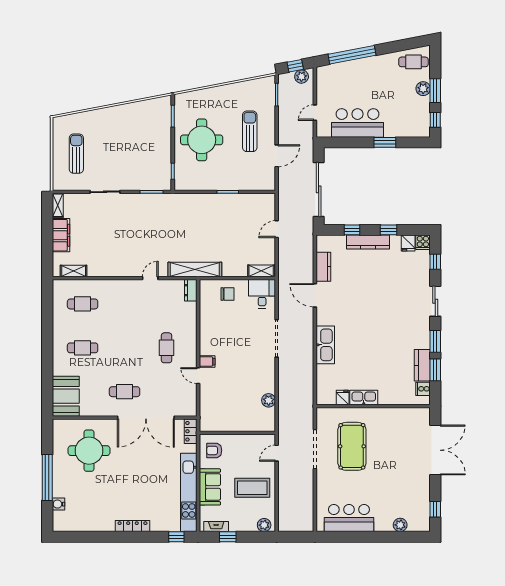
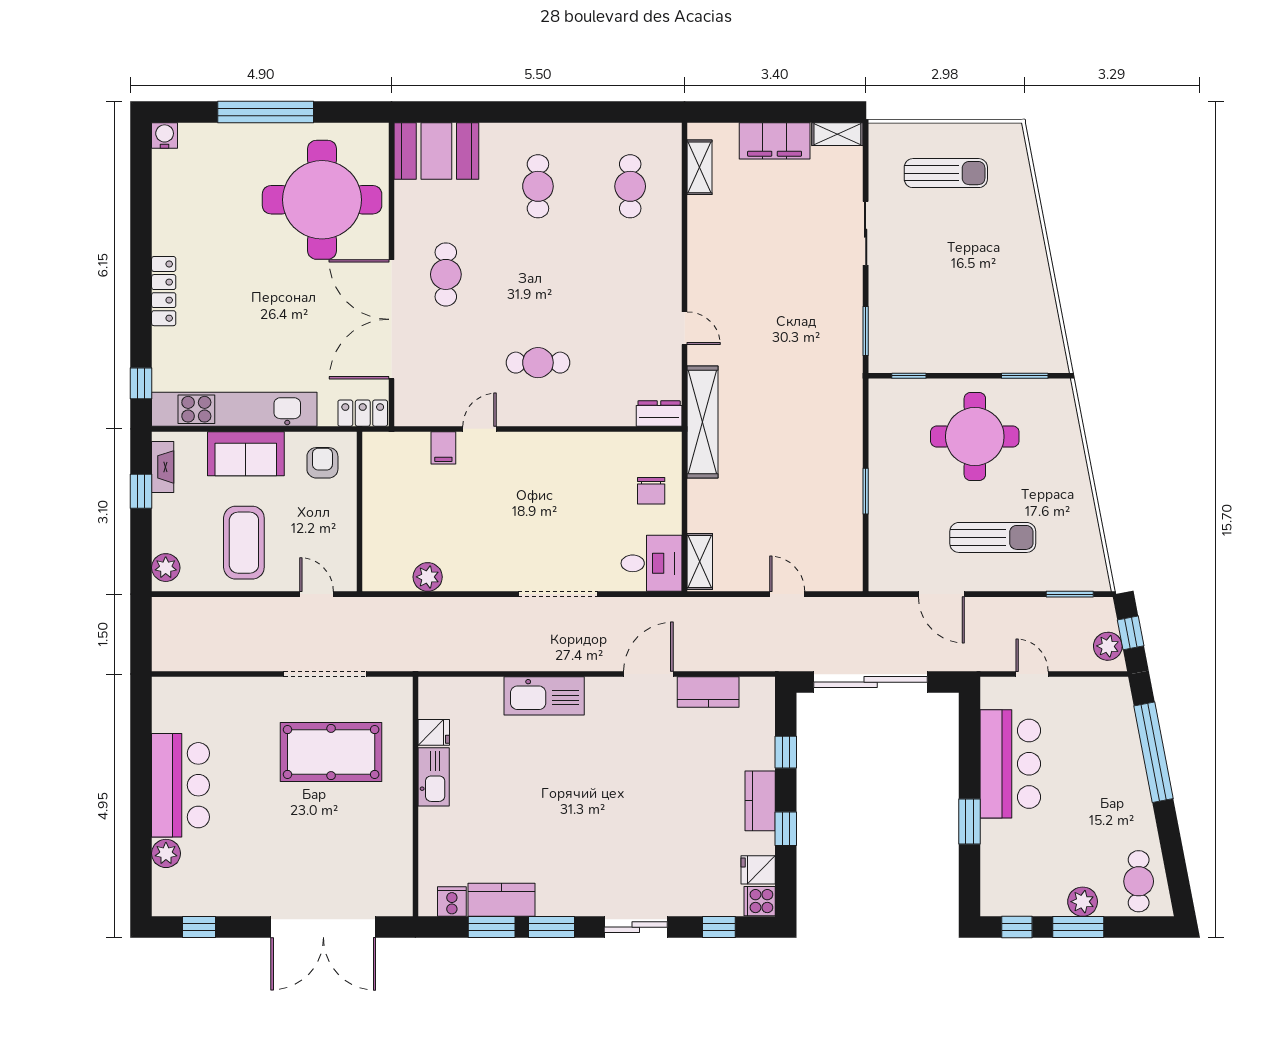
kitchen counter: (368, 242) -> (760, 801), width x0.67
filing cabinet: (207, 362) -> (443, 448), moved
round table: (89, 451) -> (322, 200), width x1.36, depth x1.36
water cooler: (58, 504) -> (165, 135), moved
bar counter: (349, 518) -> (181, 785), moved

